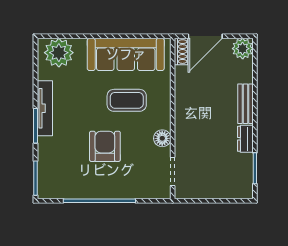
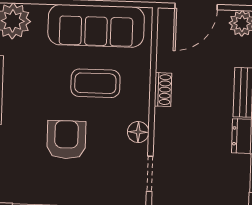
shoe rack: (181, 52) -> (163, 90), moved

